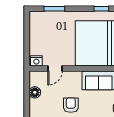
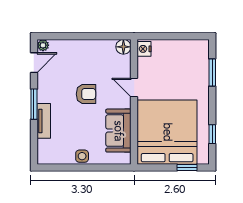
door: (55, 68) -> (134, 88), moved
floor lamp: (35, 92) -> (123, 47), moved

